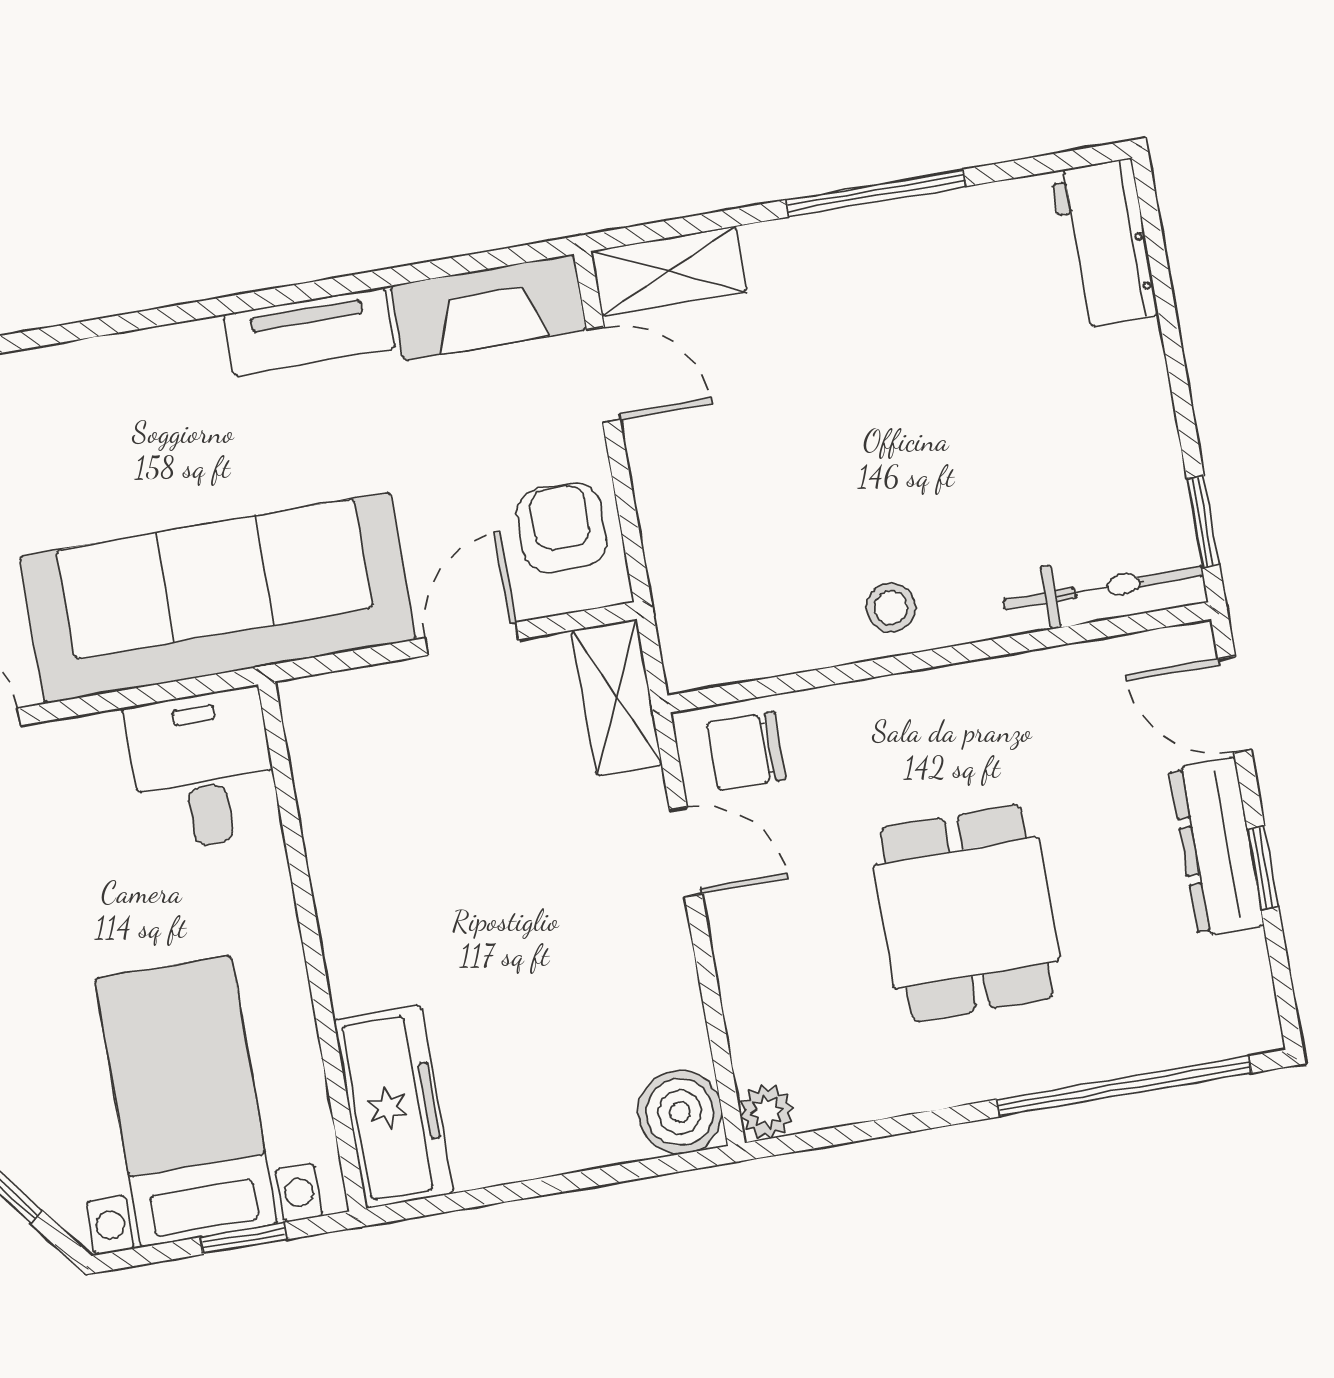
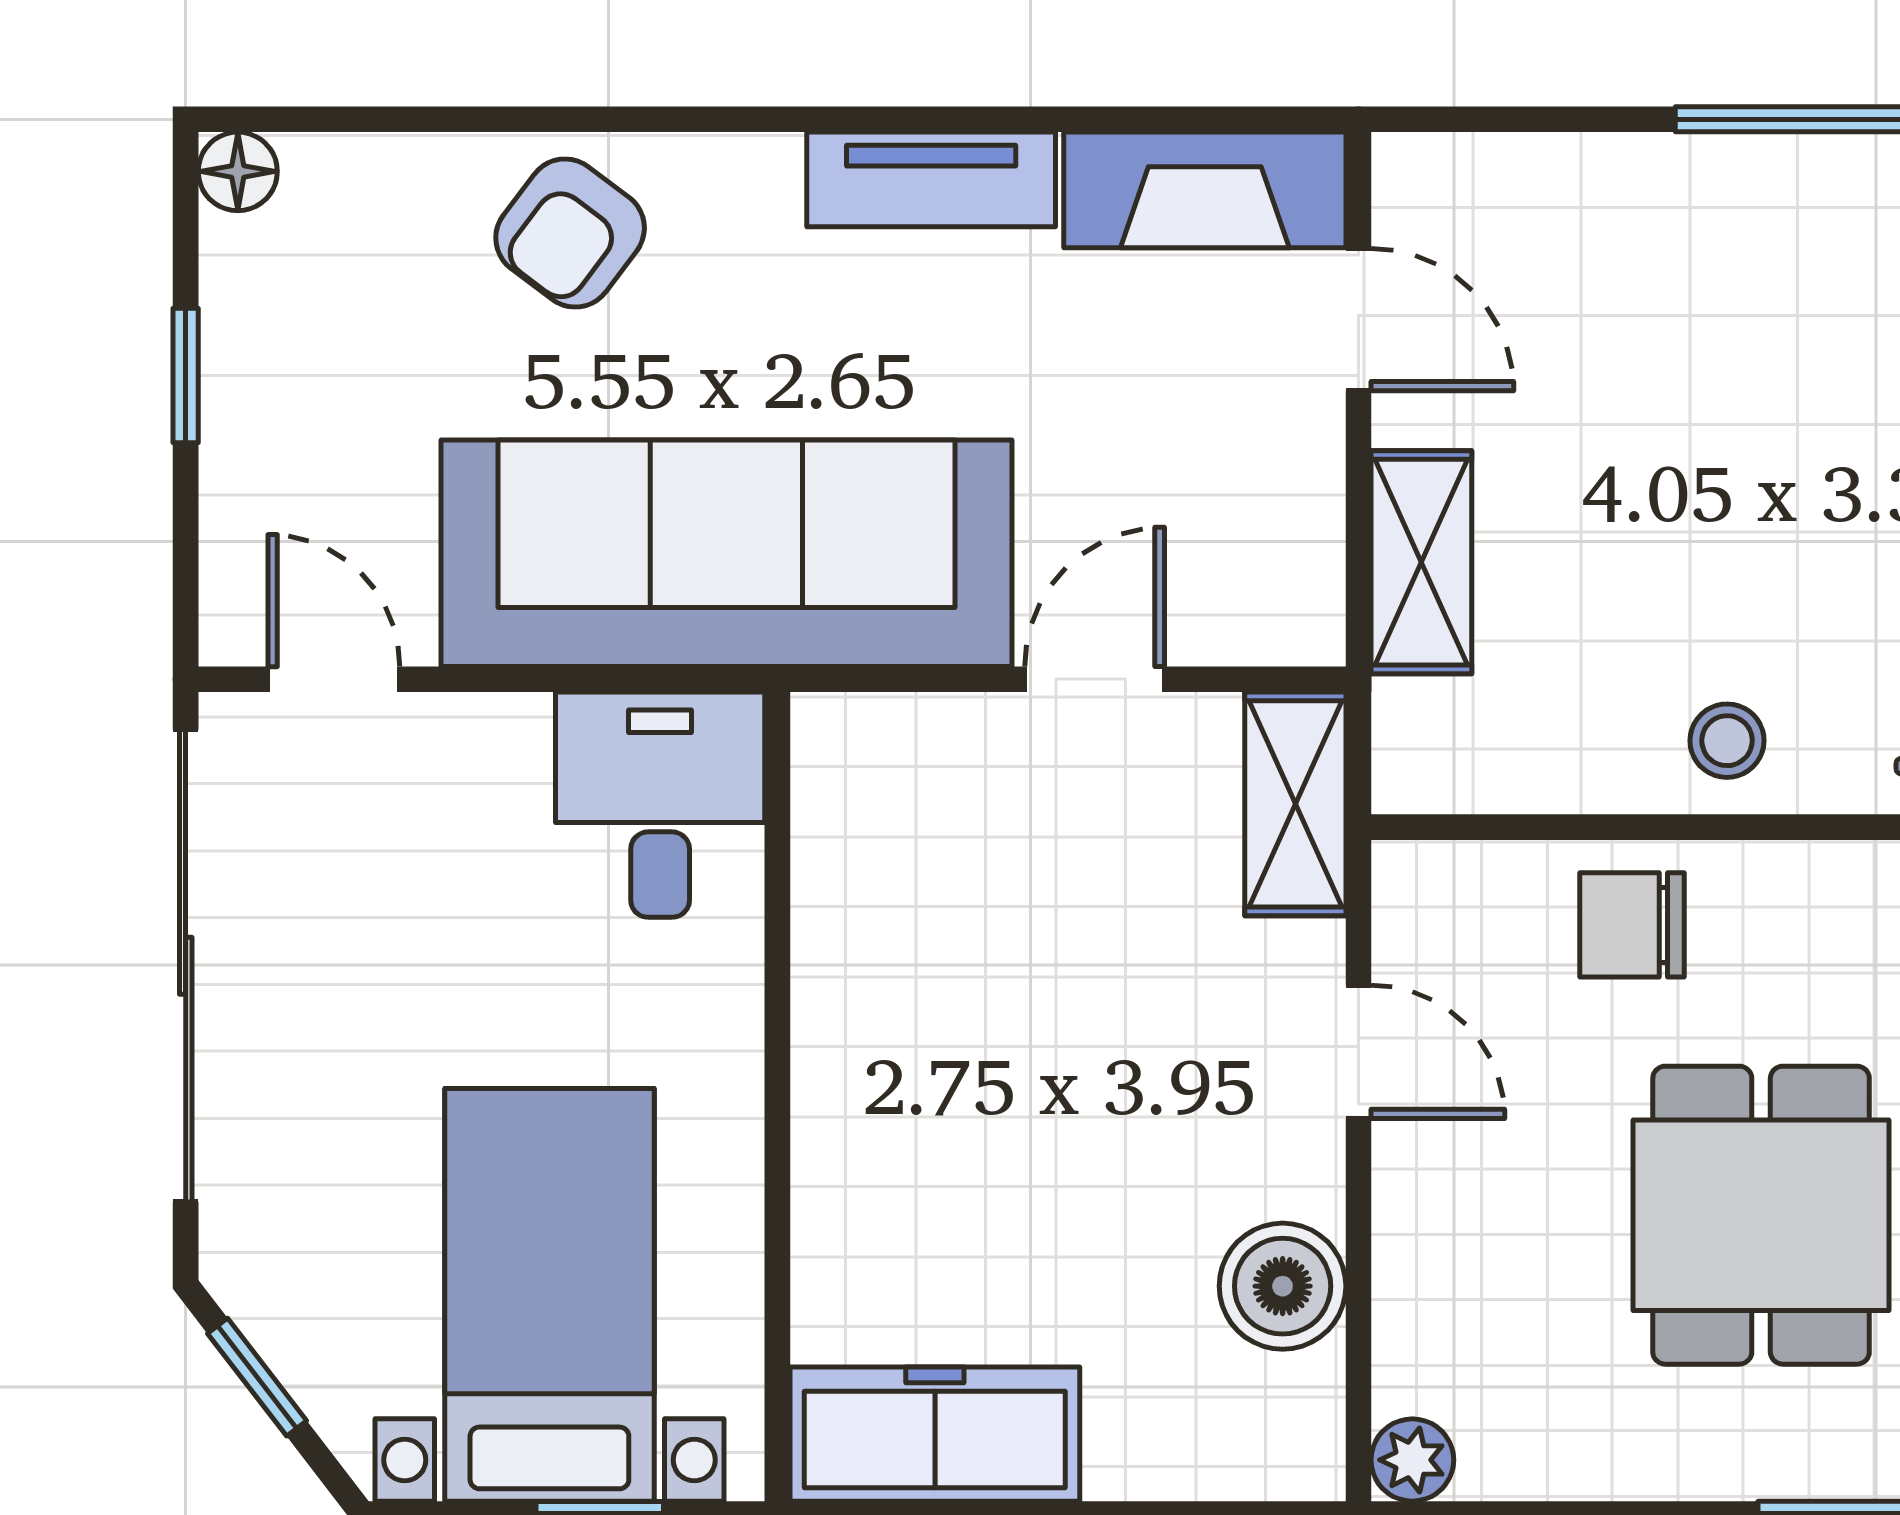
shelving: (669, 271) -> (1421, 562), moved, turned 90
armchair: (562, 528) -> (570, 233), moved, turned -143
chair: (747, 751) -> (1632, 925), moved
freezer: (393, 1107) -> (935, 1434), moved, turned -90
boiler: (680, 1112) -> (1283, 1286), moved

